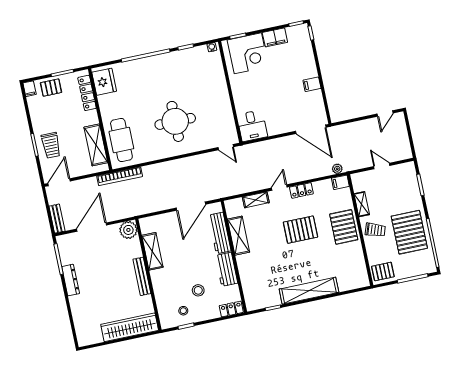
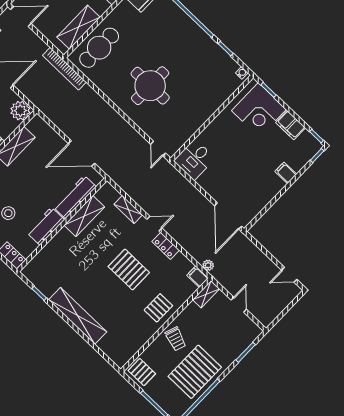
filing cabinet: (312, 84) -> (286, 173), moved
shelving: (362, 204) -> (206, 294), moved
pallet: (344, 227) -> (158, 308), width x0.67, depth x0.71

